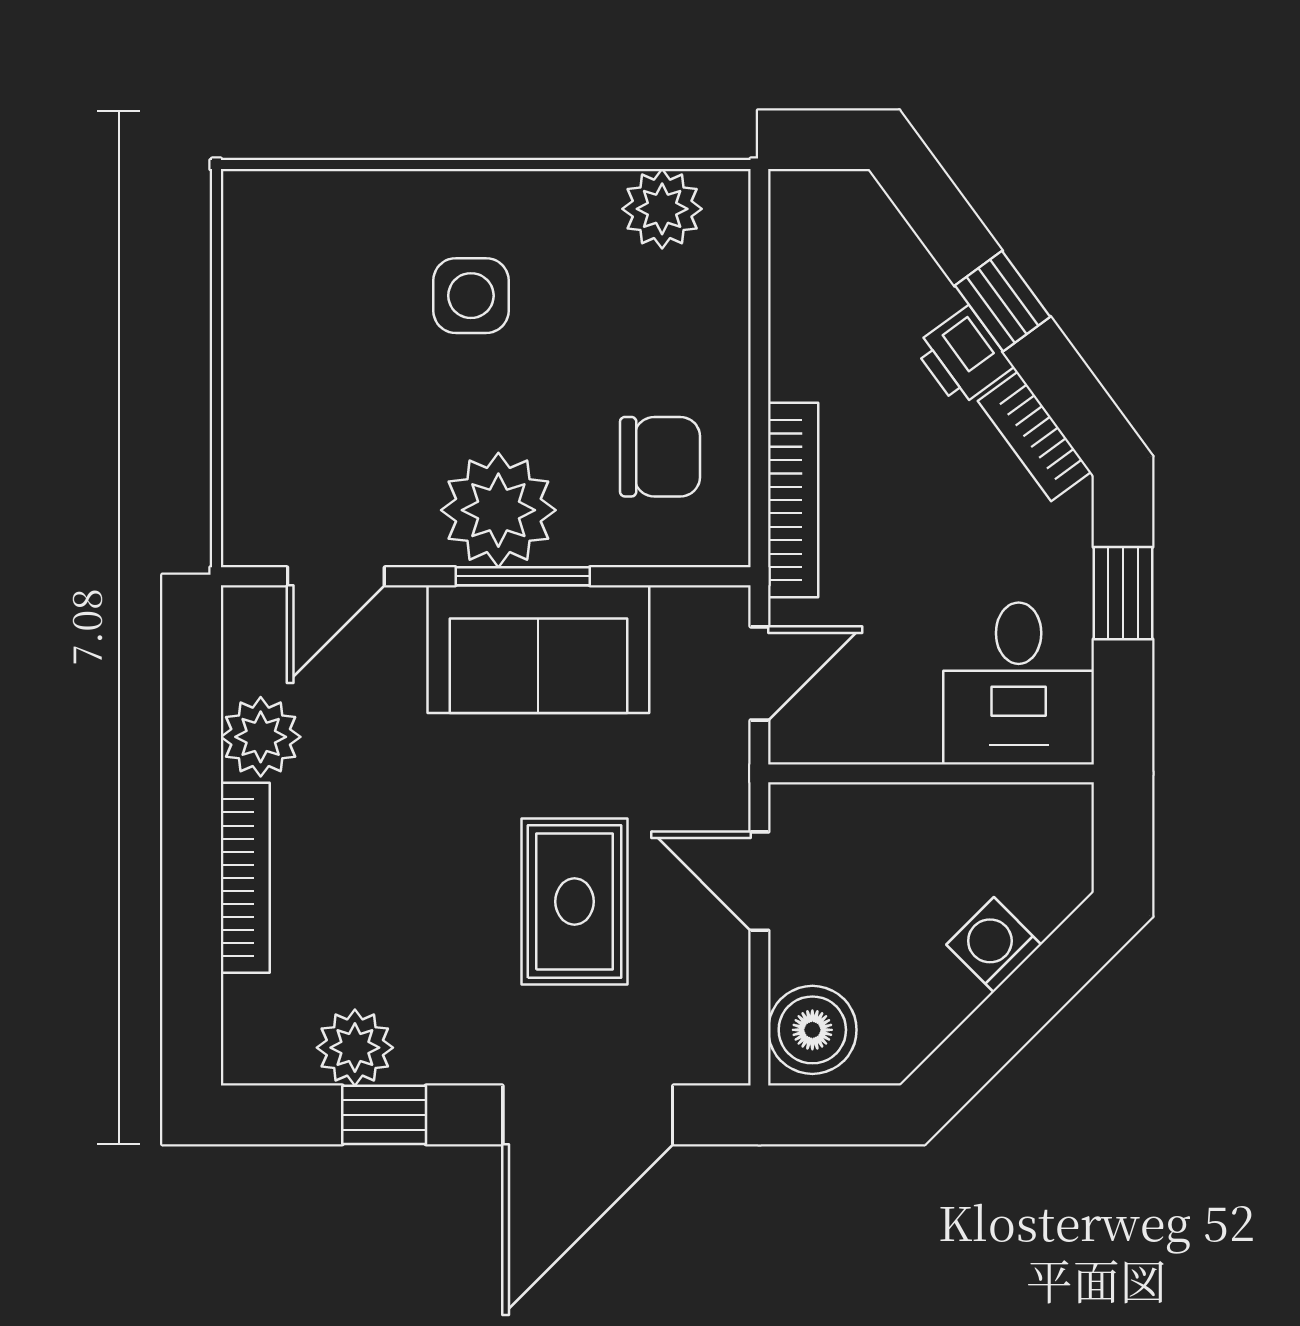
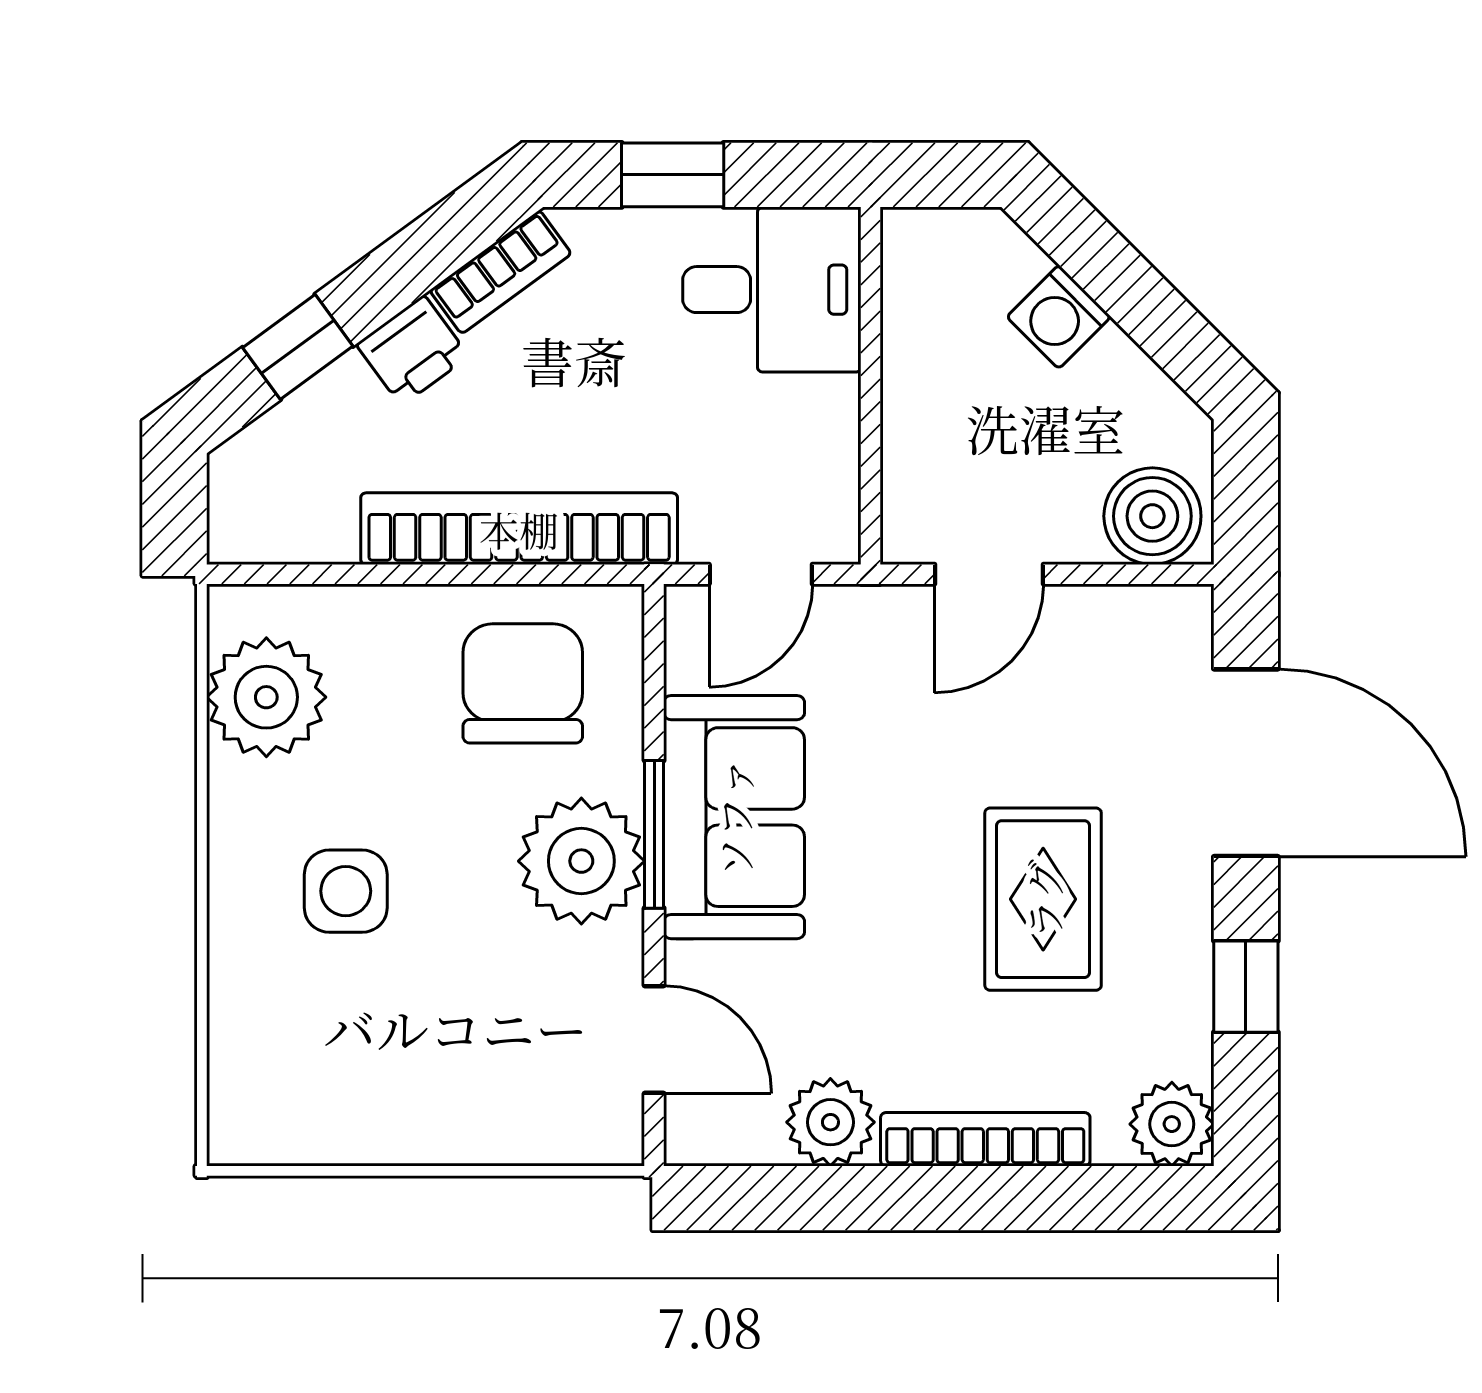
plant: (662, 209) -> (266, 697), width x1.36, depth x1.36
window: (1002, 301) -> (298, 347), moved
chair: (660, 457) -> (523, 683), width x1.37, depth x1.37
bookcase: (793, 500) -> (519, 529), width x1.48, depth x1.31
door: (759, 673) -> (761, 574), swing flipped
rug: (574, 902) -> (1043, 899), moved, turned 90
plant: (355, 1048) -> (1172, 1124), moved

